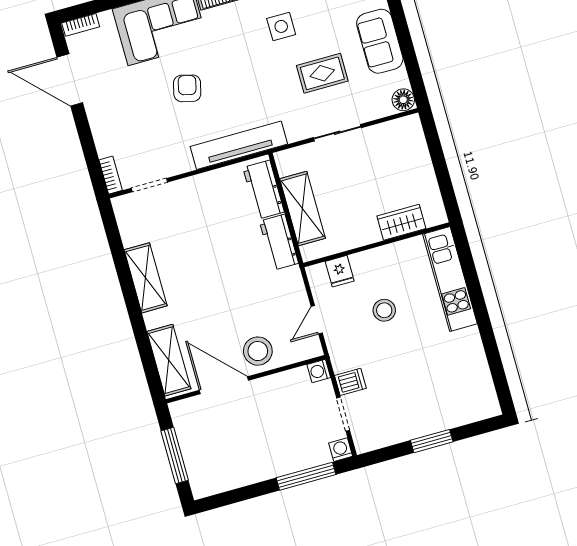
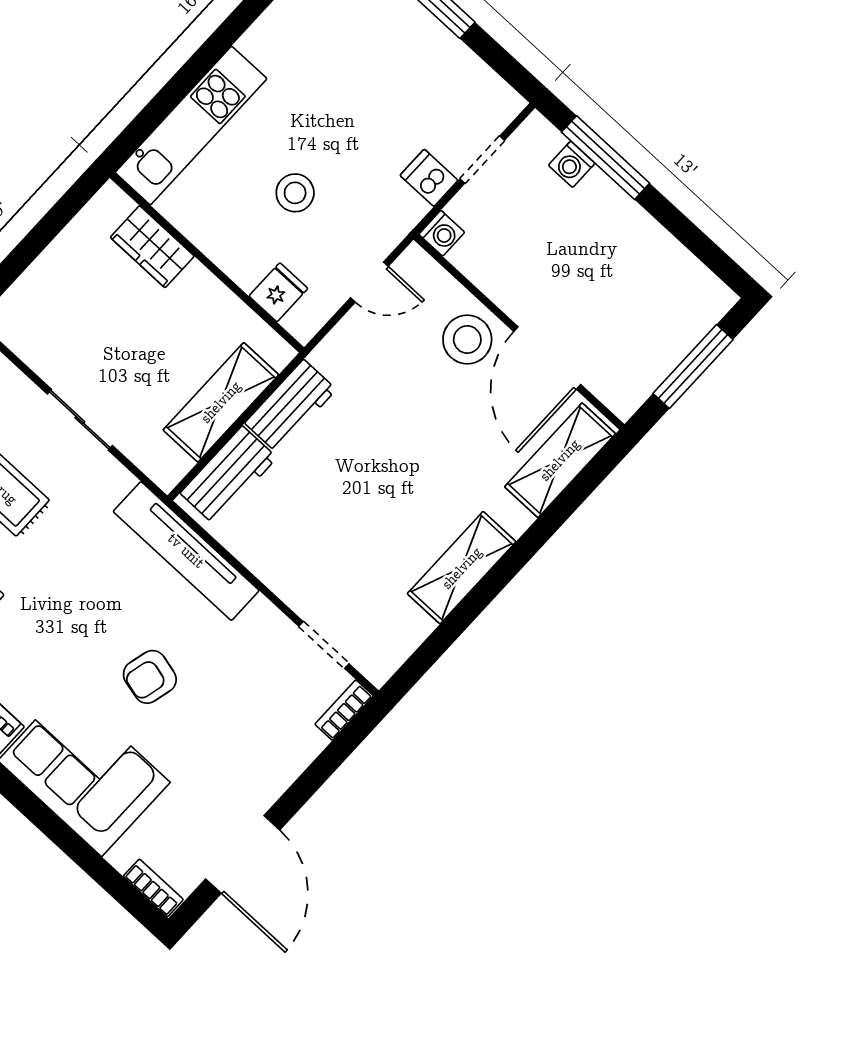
washing machine: (341, 450) -> (572, 164), moved

